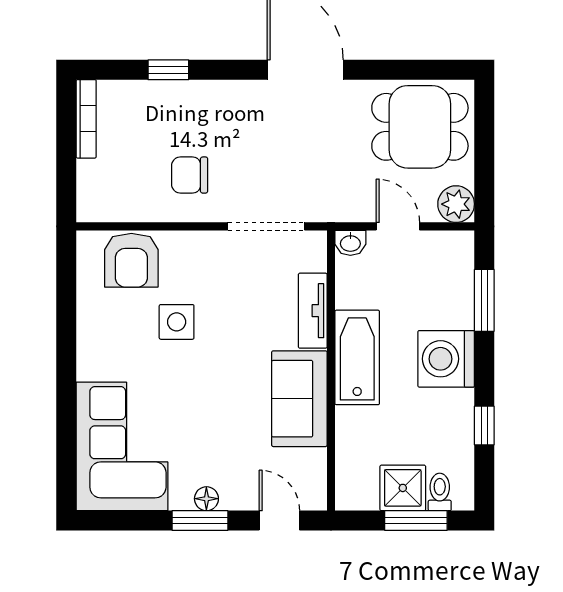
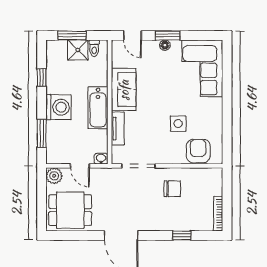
toilet: (440, 492) -> (94, 48), moved

